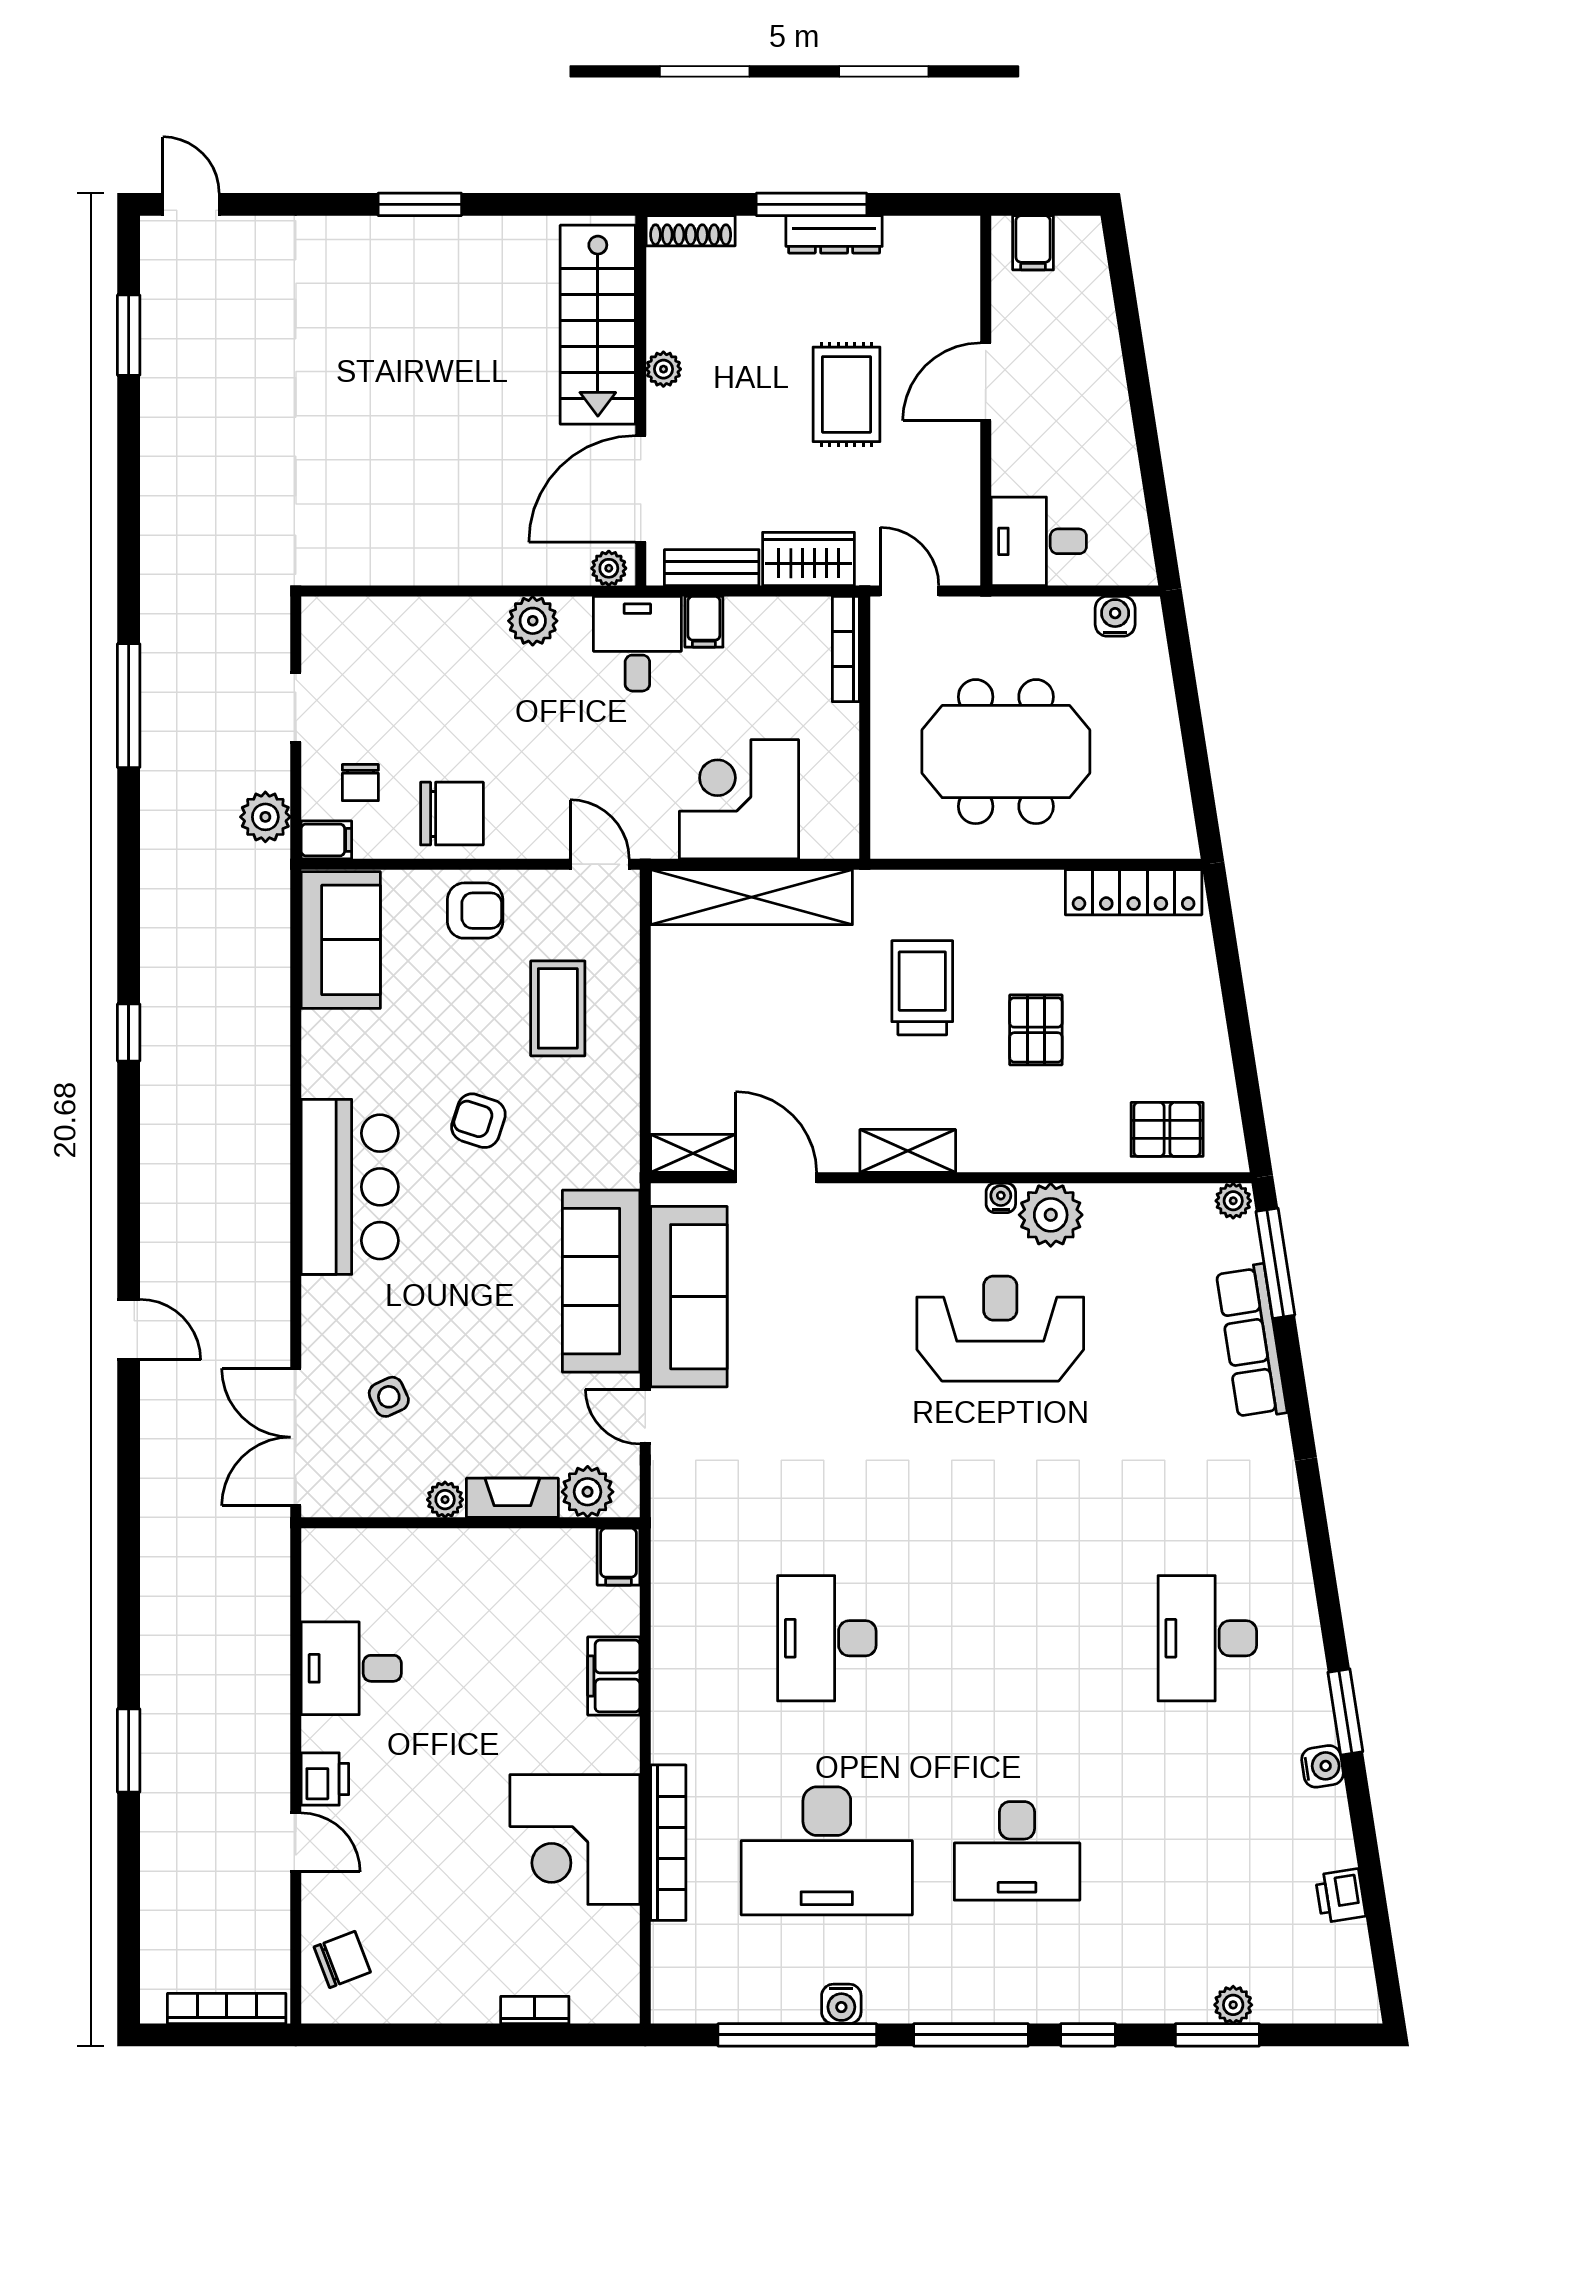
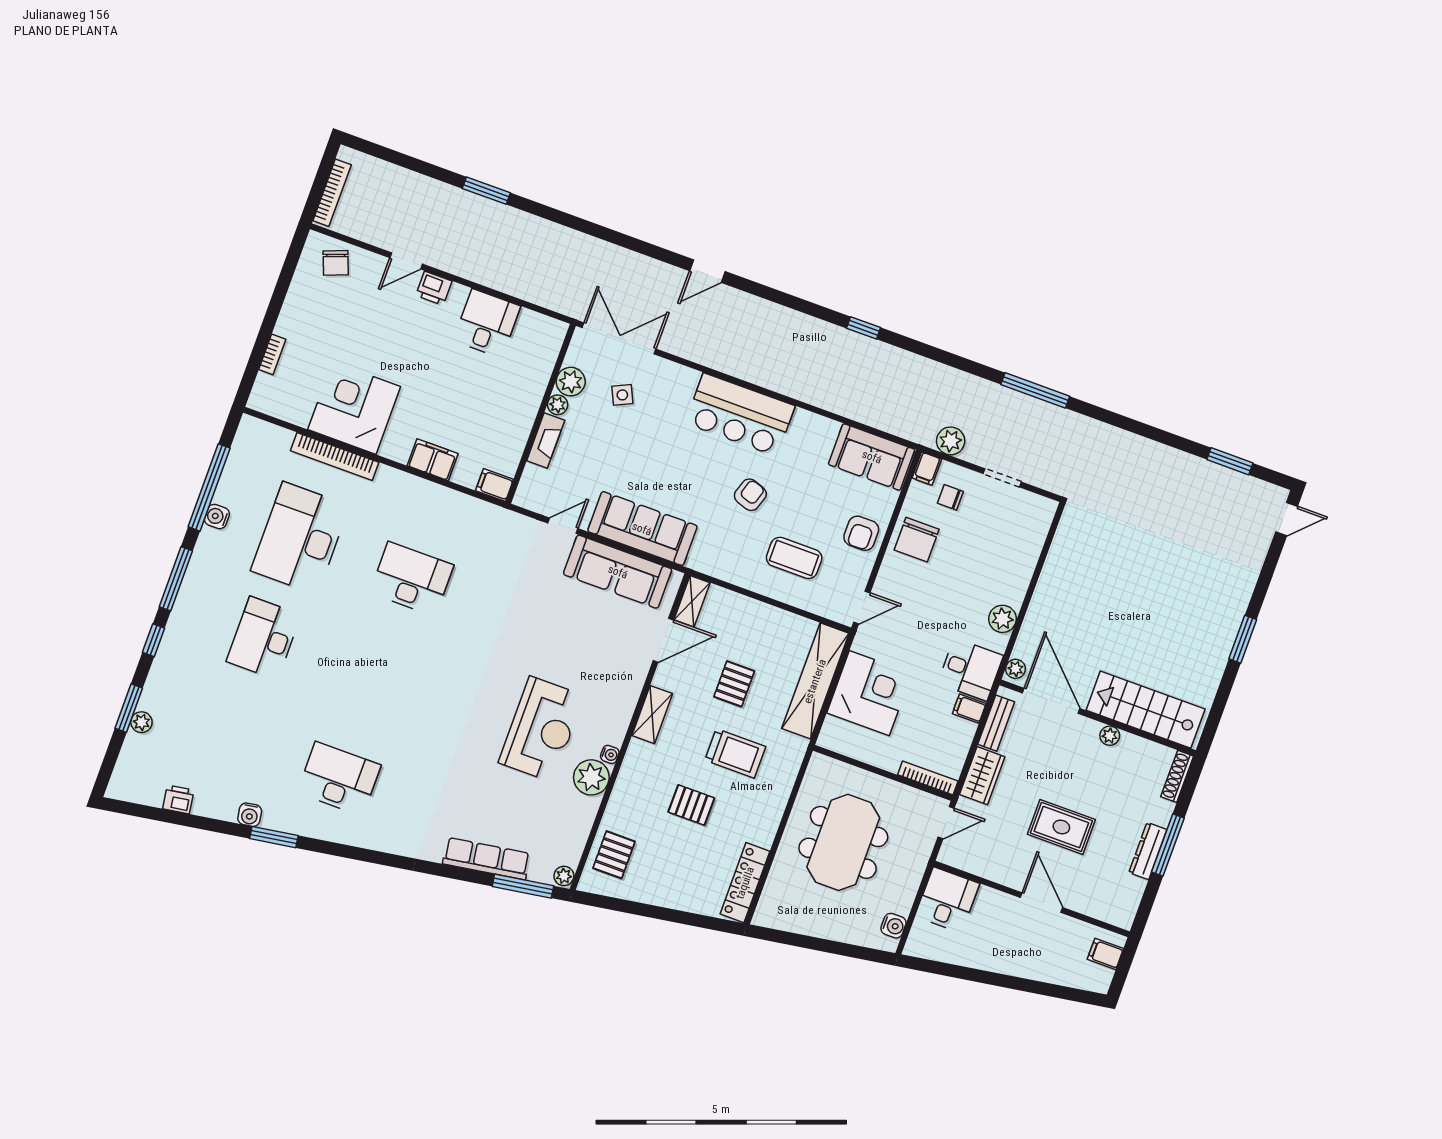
pallet: (806, 1032) -> (734, 684), added
plant: (588, 1492) -> (571, 382), moved

